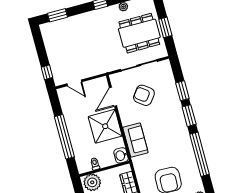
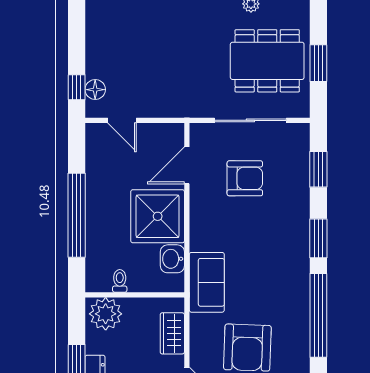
floor lamp: (57, 71) -> (95, 90), added
window: (182, 91) -> (318, 169), moved
armchair: (144, 95) -> (245, 178), turned 143
sofa: (135, 140) -> (207, 282), moved
washbasin: (121, 155) -> (172, 259), moved

